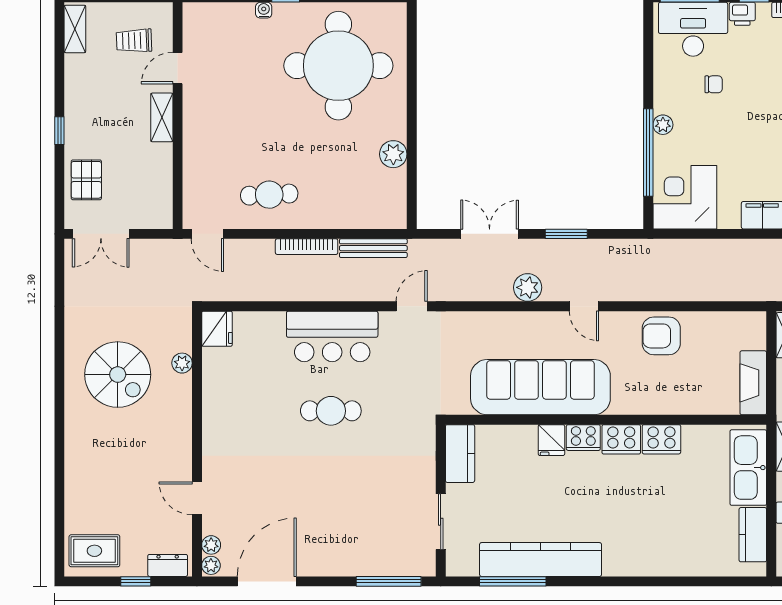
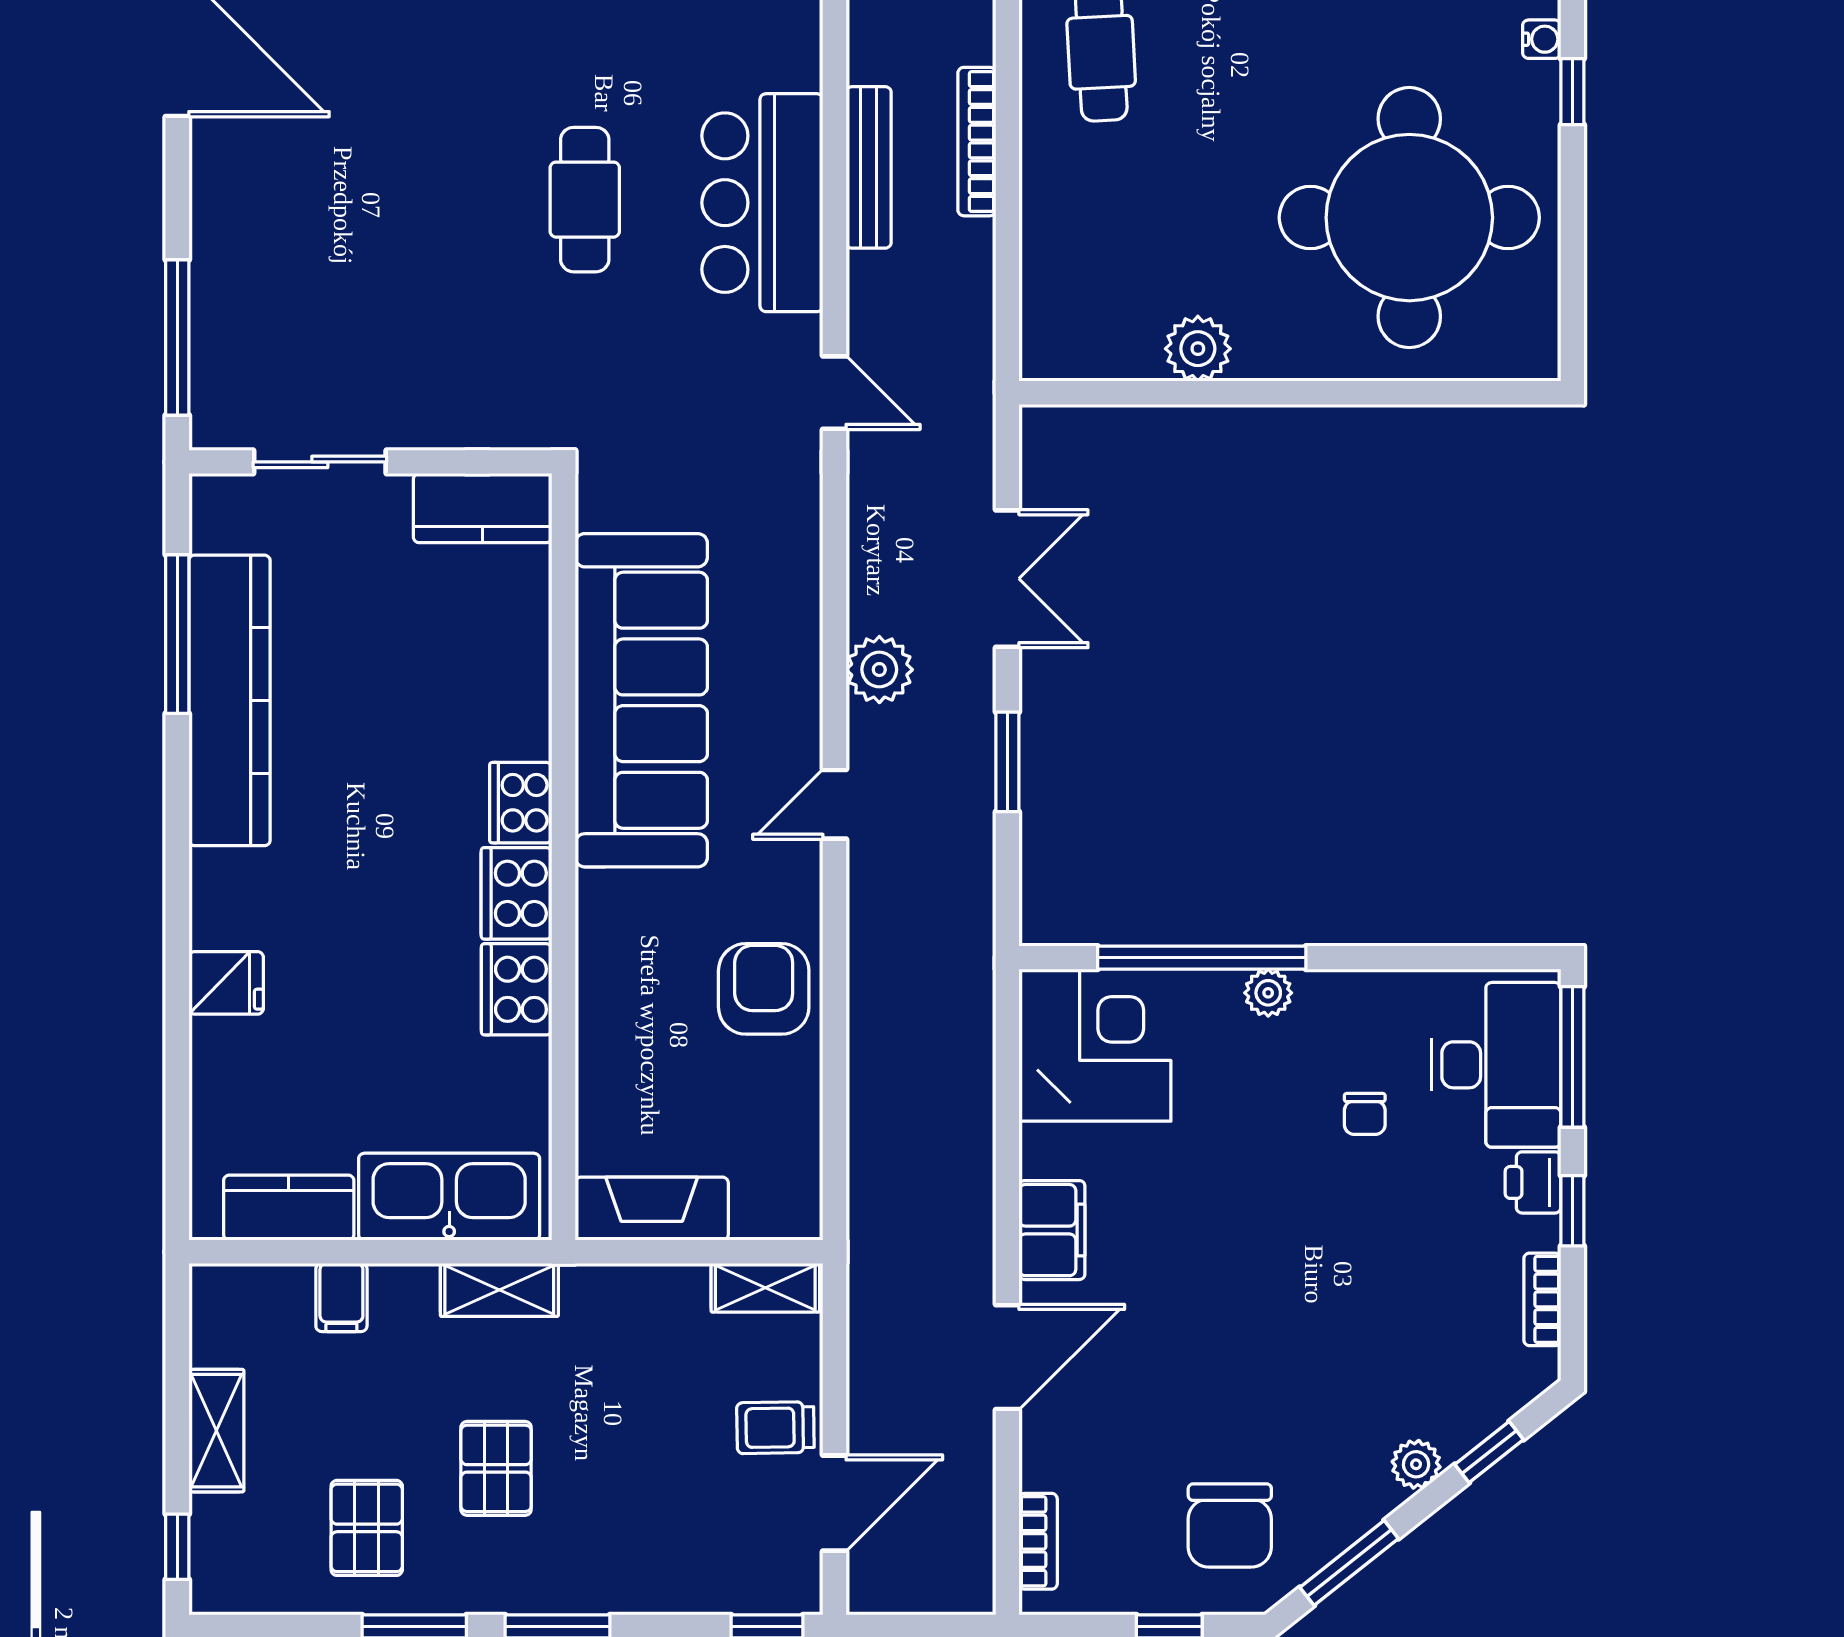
bench: (373, 248) -> (869, 167), moved
fridge: (551, 440) -> (226, 983), moved, turned 180

